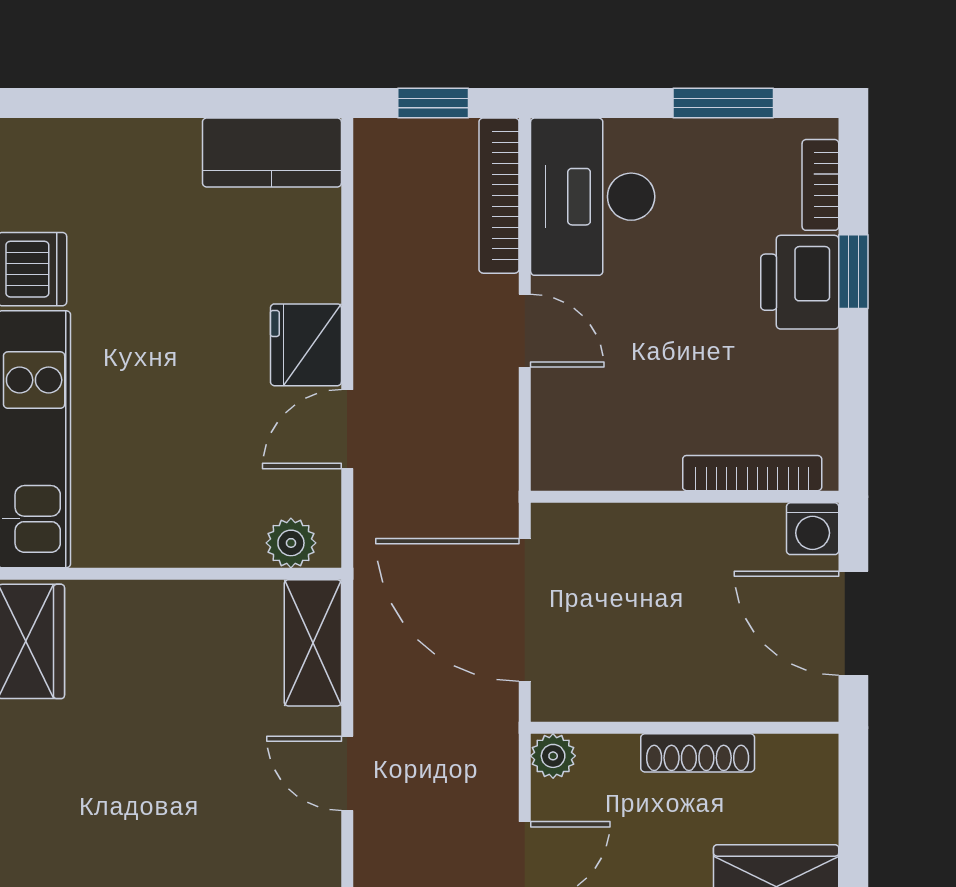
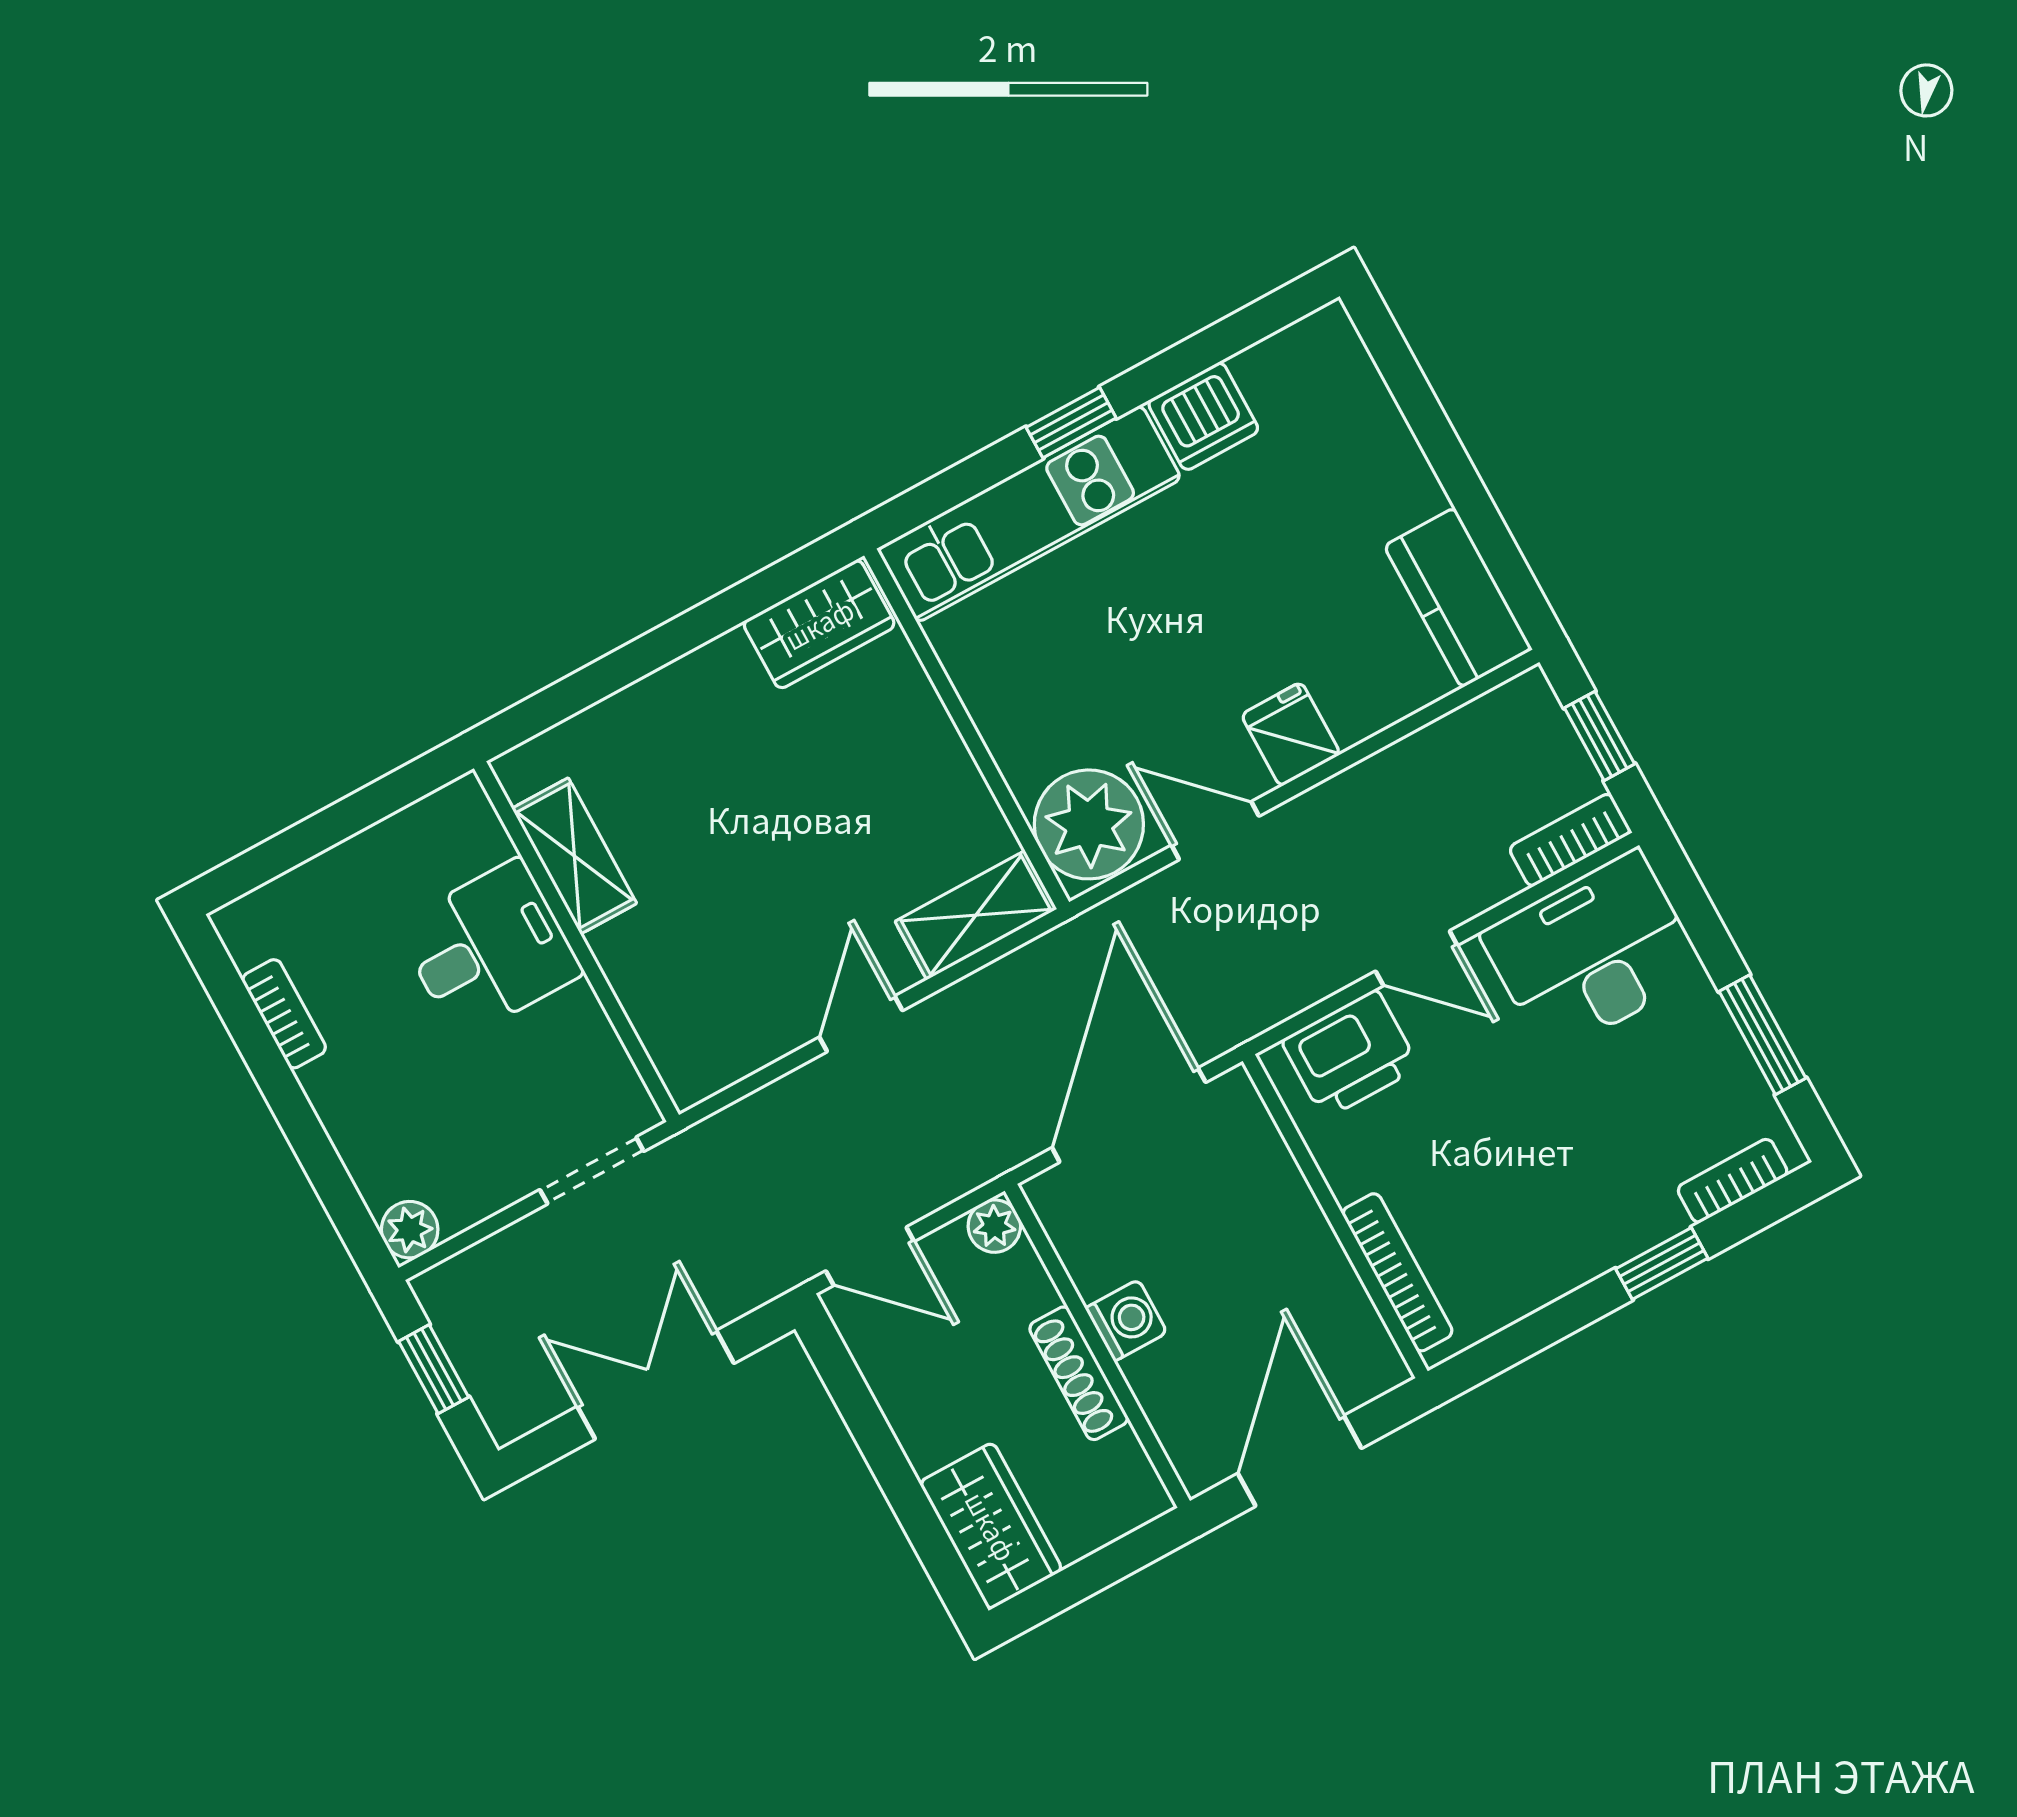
bookcase: (499, 196) -> (1570, 840), width x0.64
printer: (800, 282) -> (1350, 1054), moved, turned 180
door: (525, 331) -> (1416, 958), hinge flipped
fridge: (306, 345) -> (1291, 734), width x0.72
washing machine: (813, 529) -> (1126, 1320), moved, turned 180
plant: (291, 543) -> (1089, 824), width x1.87, depth x1.87

